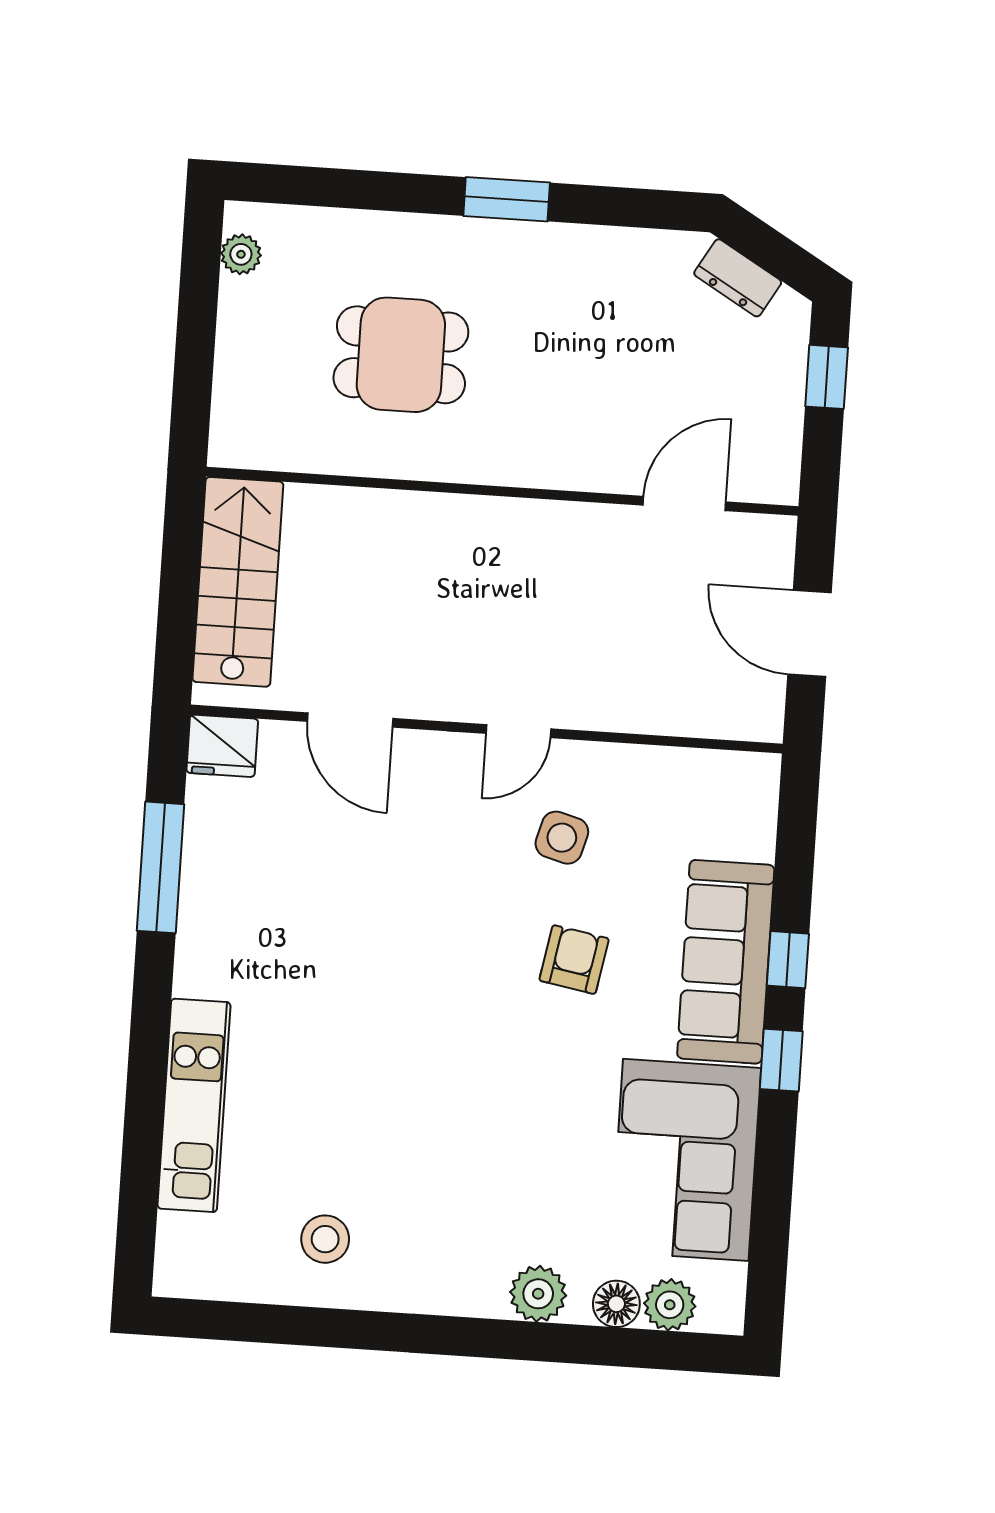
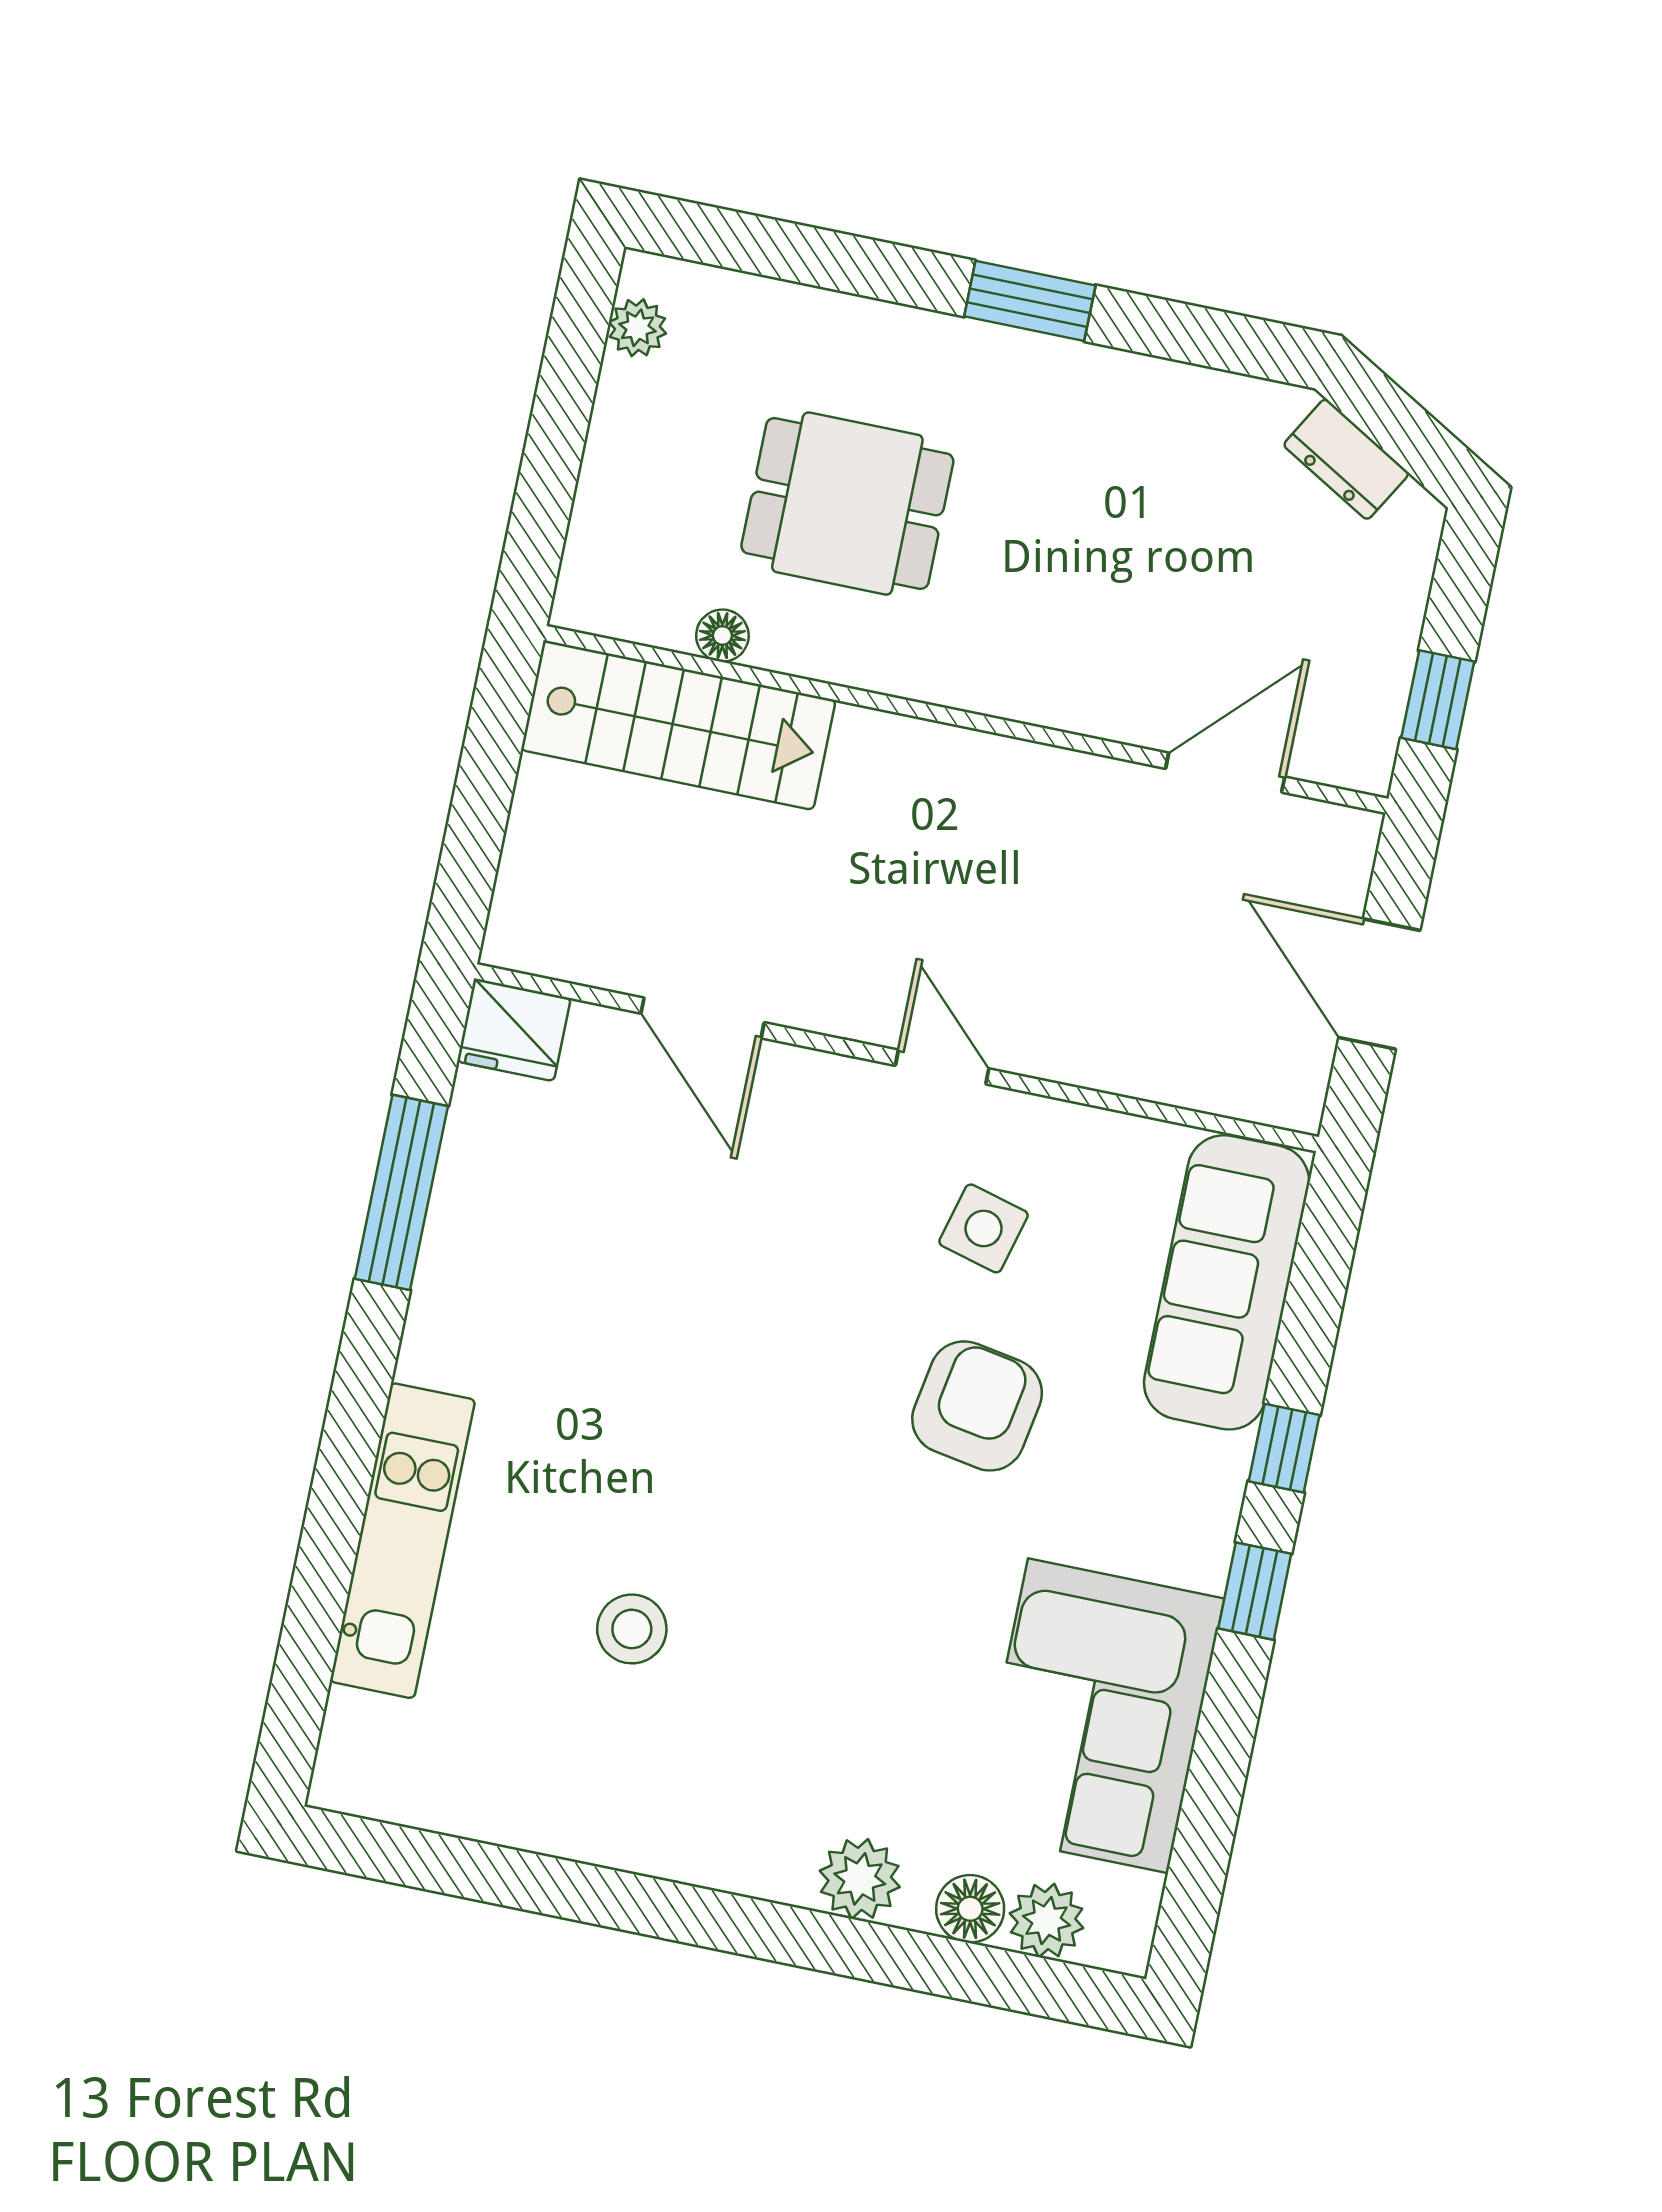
window: (827, 377) -> (1438, 700), moved
floor lamp: (328, 457) -> (722, 636), added
stairs: (238, 582) -> (678, 725), moved, turned 90
door: (518, 731) -> (942, 1067), swing flipped
armchair: (574, 960) -> (977, 1406), width x1.38, depth x1.38
sofa: (726, 962) -> (1227, 1282), moved
stool: (325, 1239) -> (632, 1629), moved

